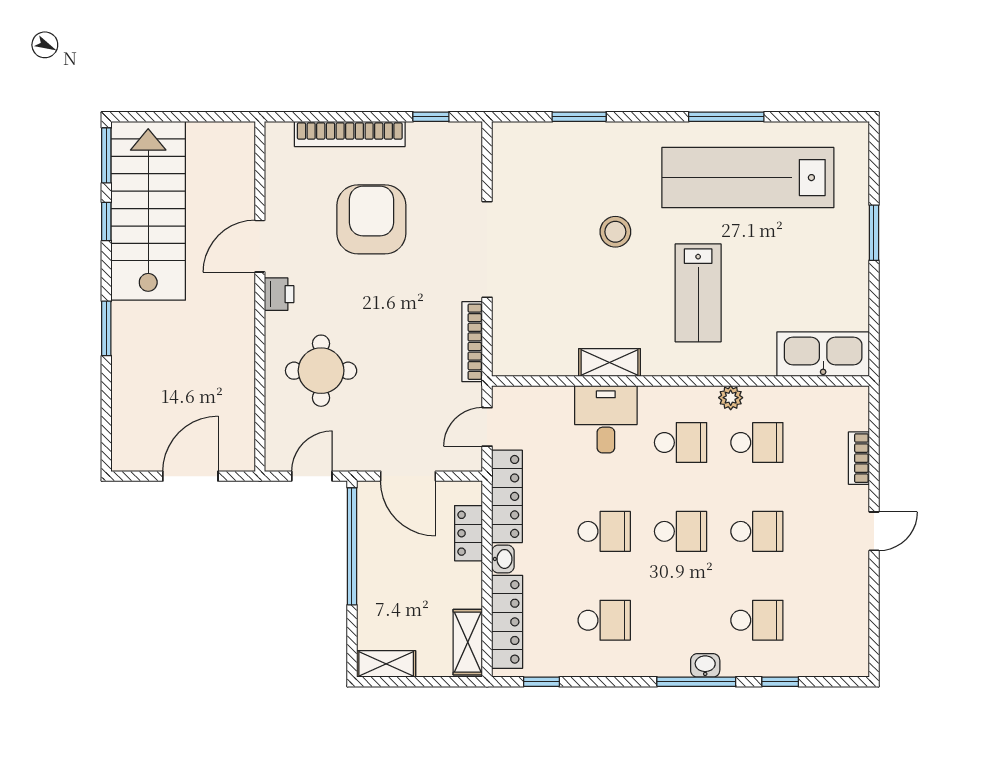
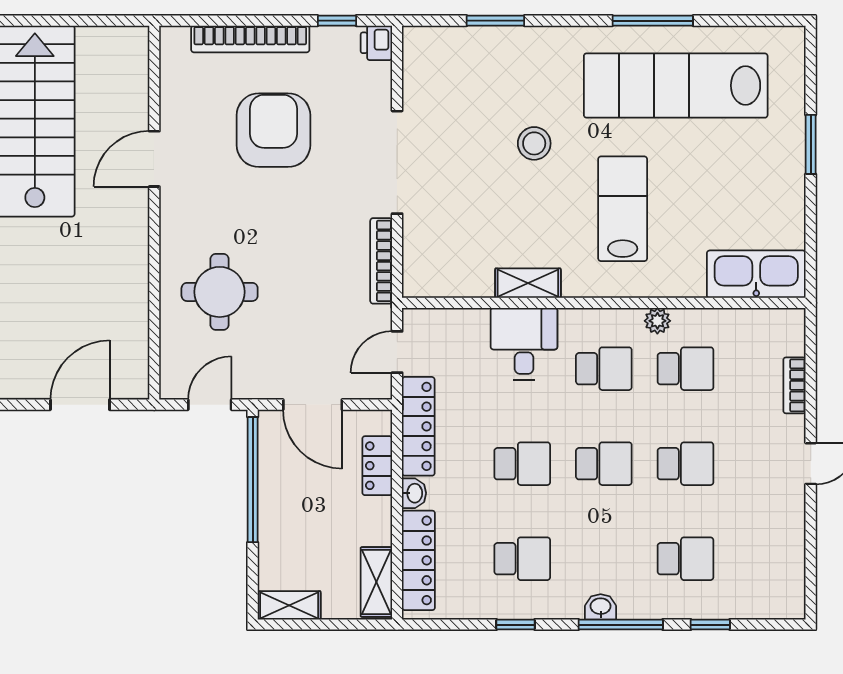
lab bench: (698, 293) -> (623, 209), turned 180
printer: (279, 294) -> (376, 43), moved, turned 180
washbasin: (705, 665) -> (601, 607), moved
window: (541, 682) -> (516, 625), moved

